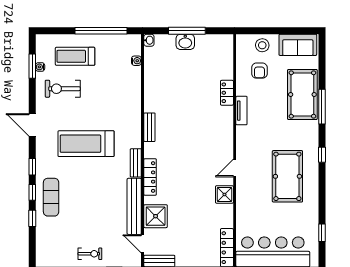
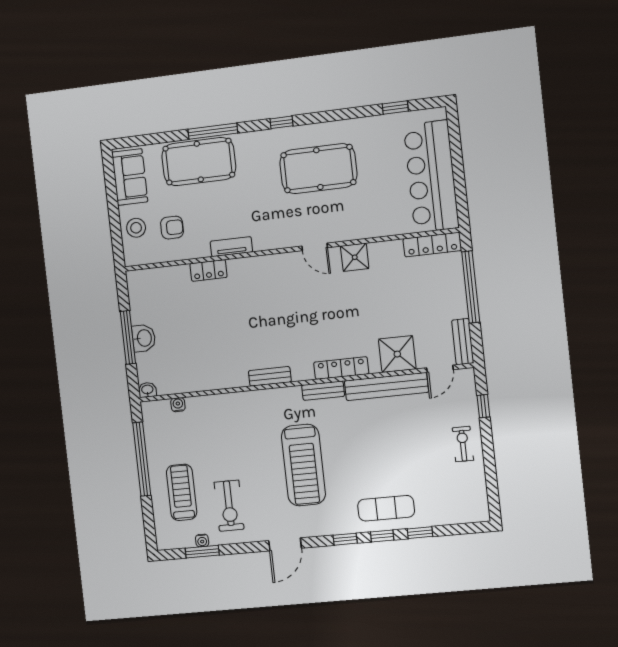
treadmill: (75, 56) -> (182, 492), turned 180

